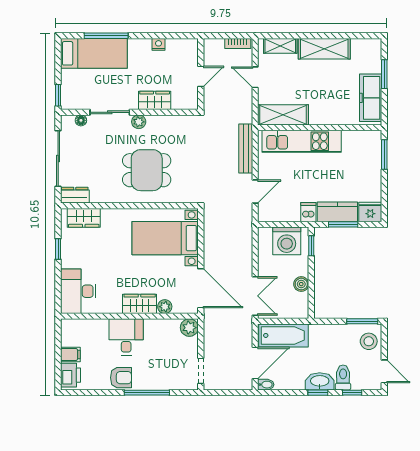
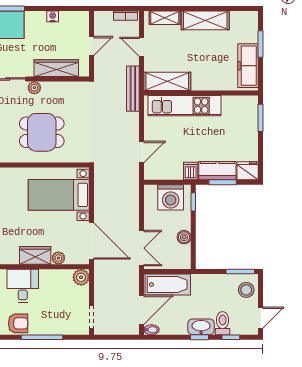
wardrobe: (155, 100) -> (56, 68), width x1.50
bench: (246, 148) -> (133, 89), moved
door: (384, 371) -> (261, 318), hinge flipped

